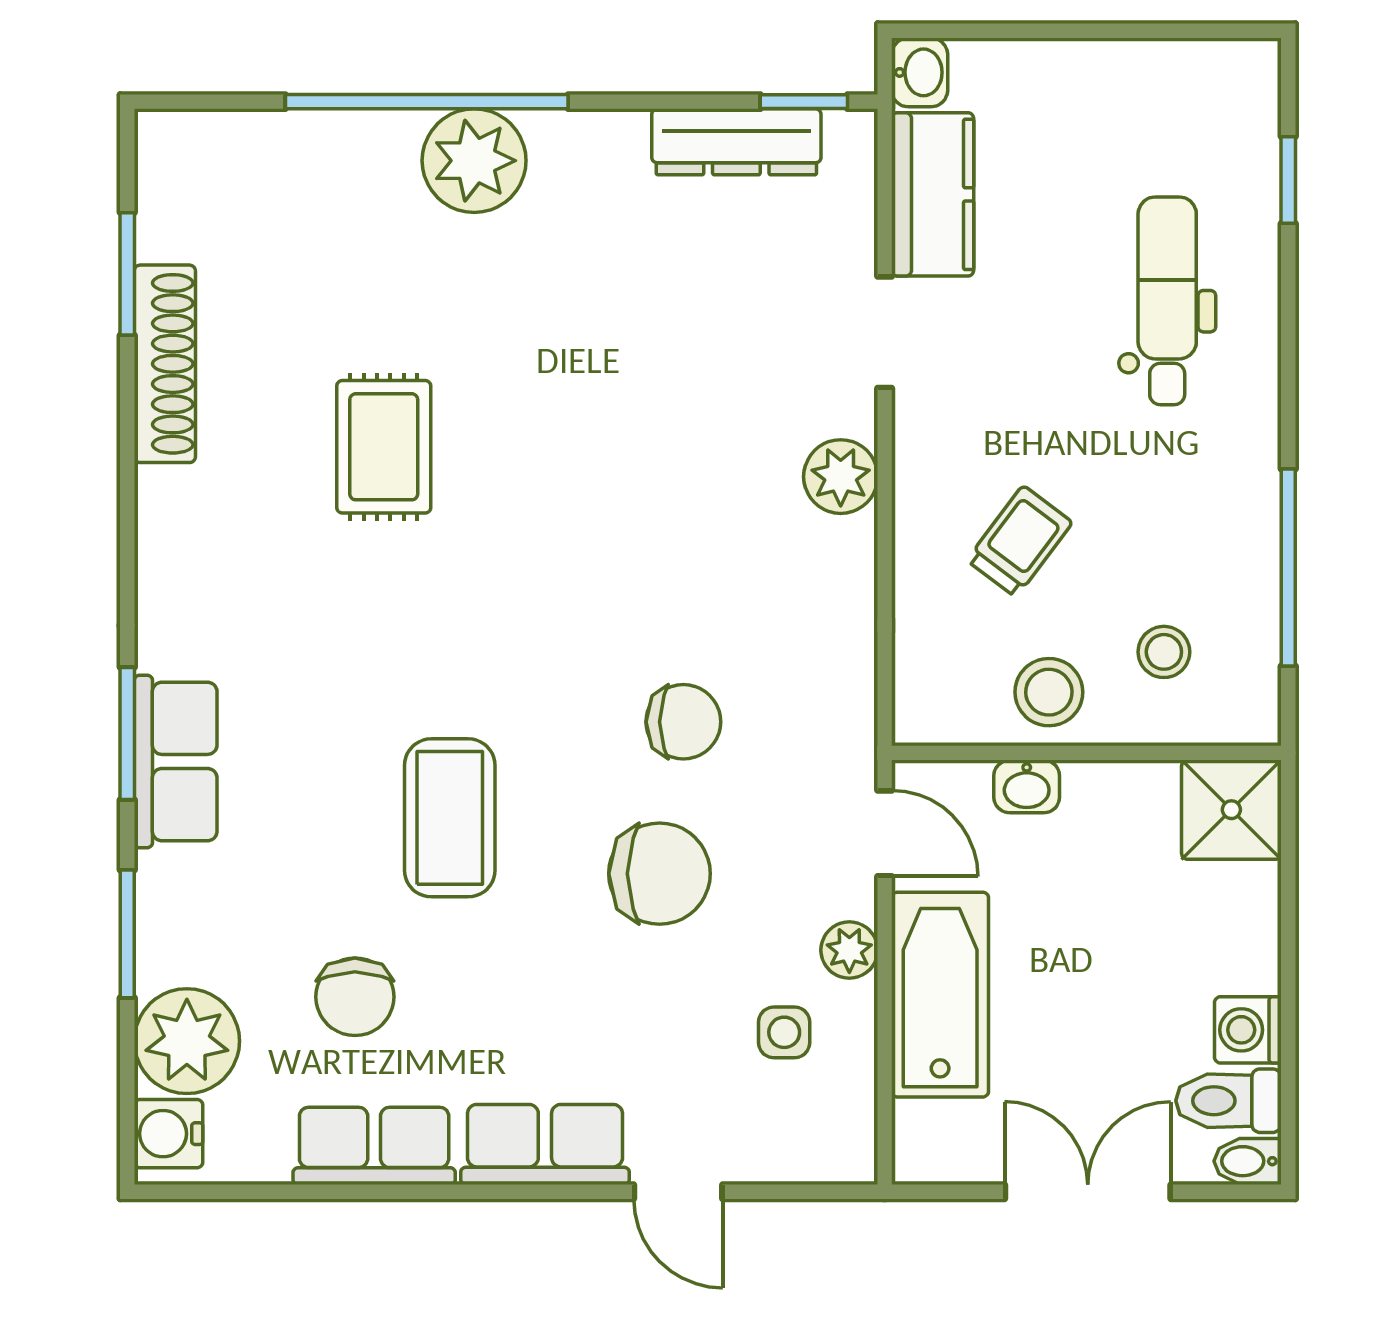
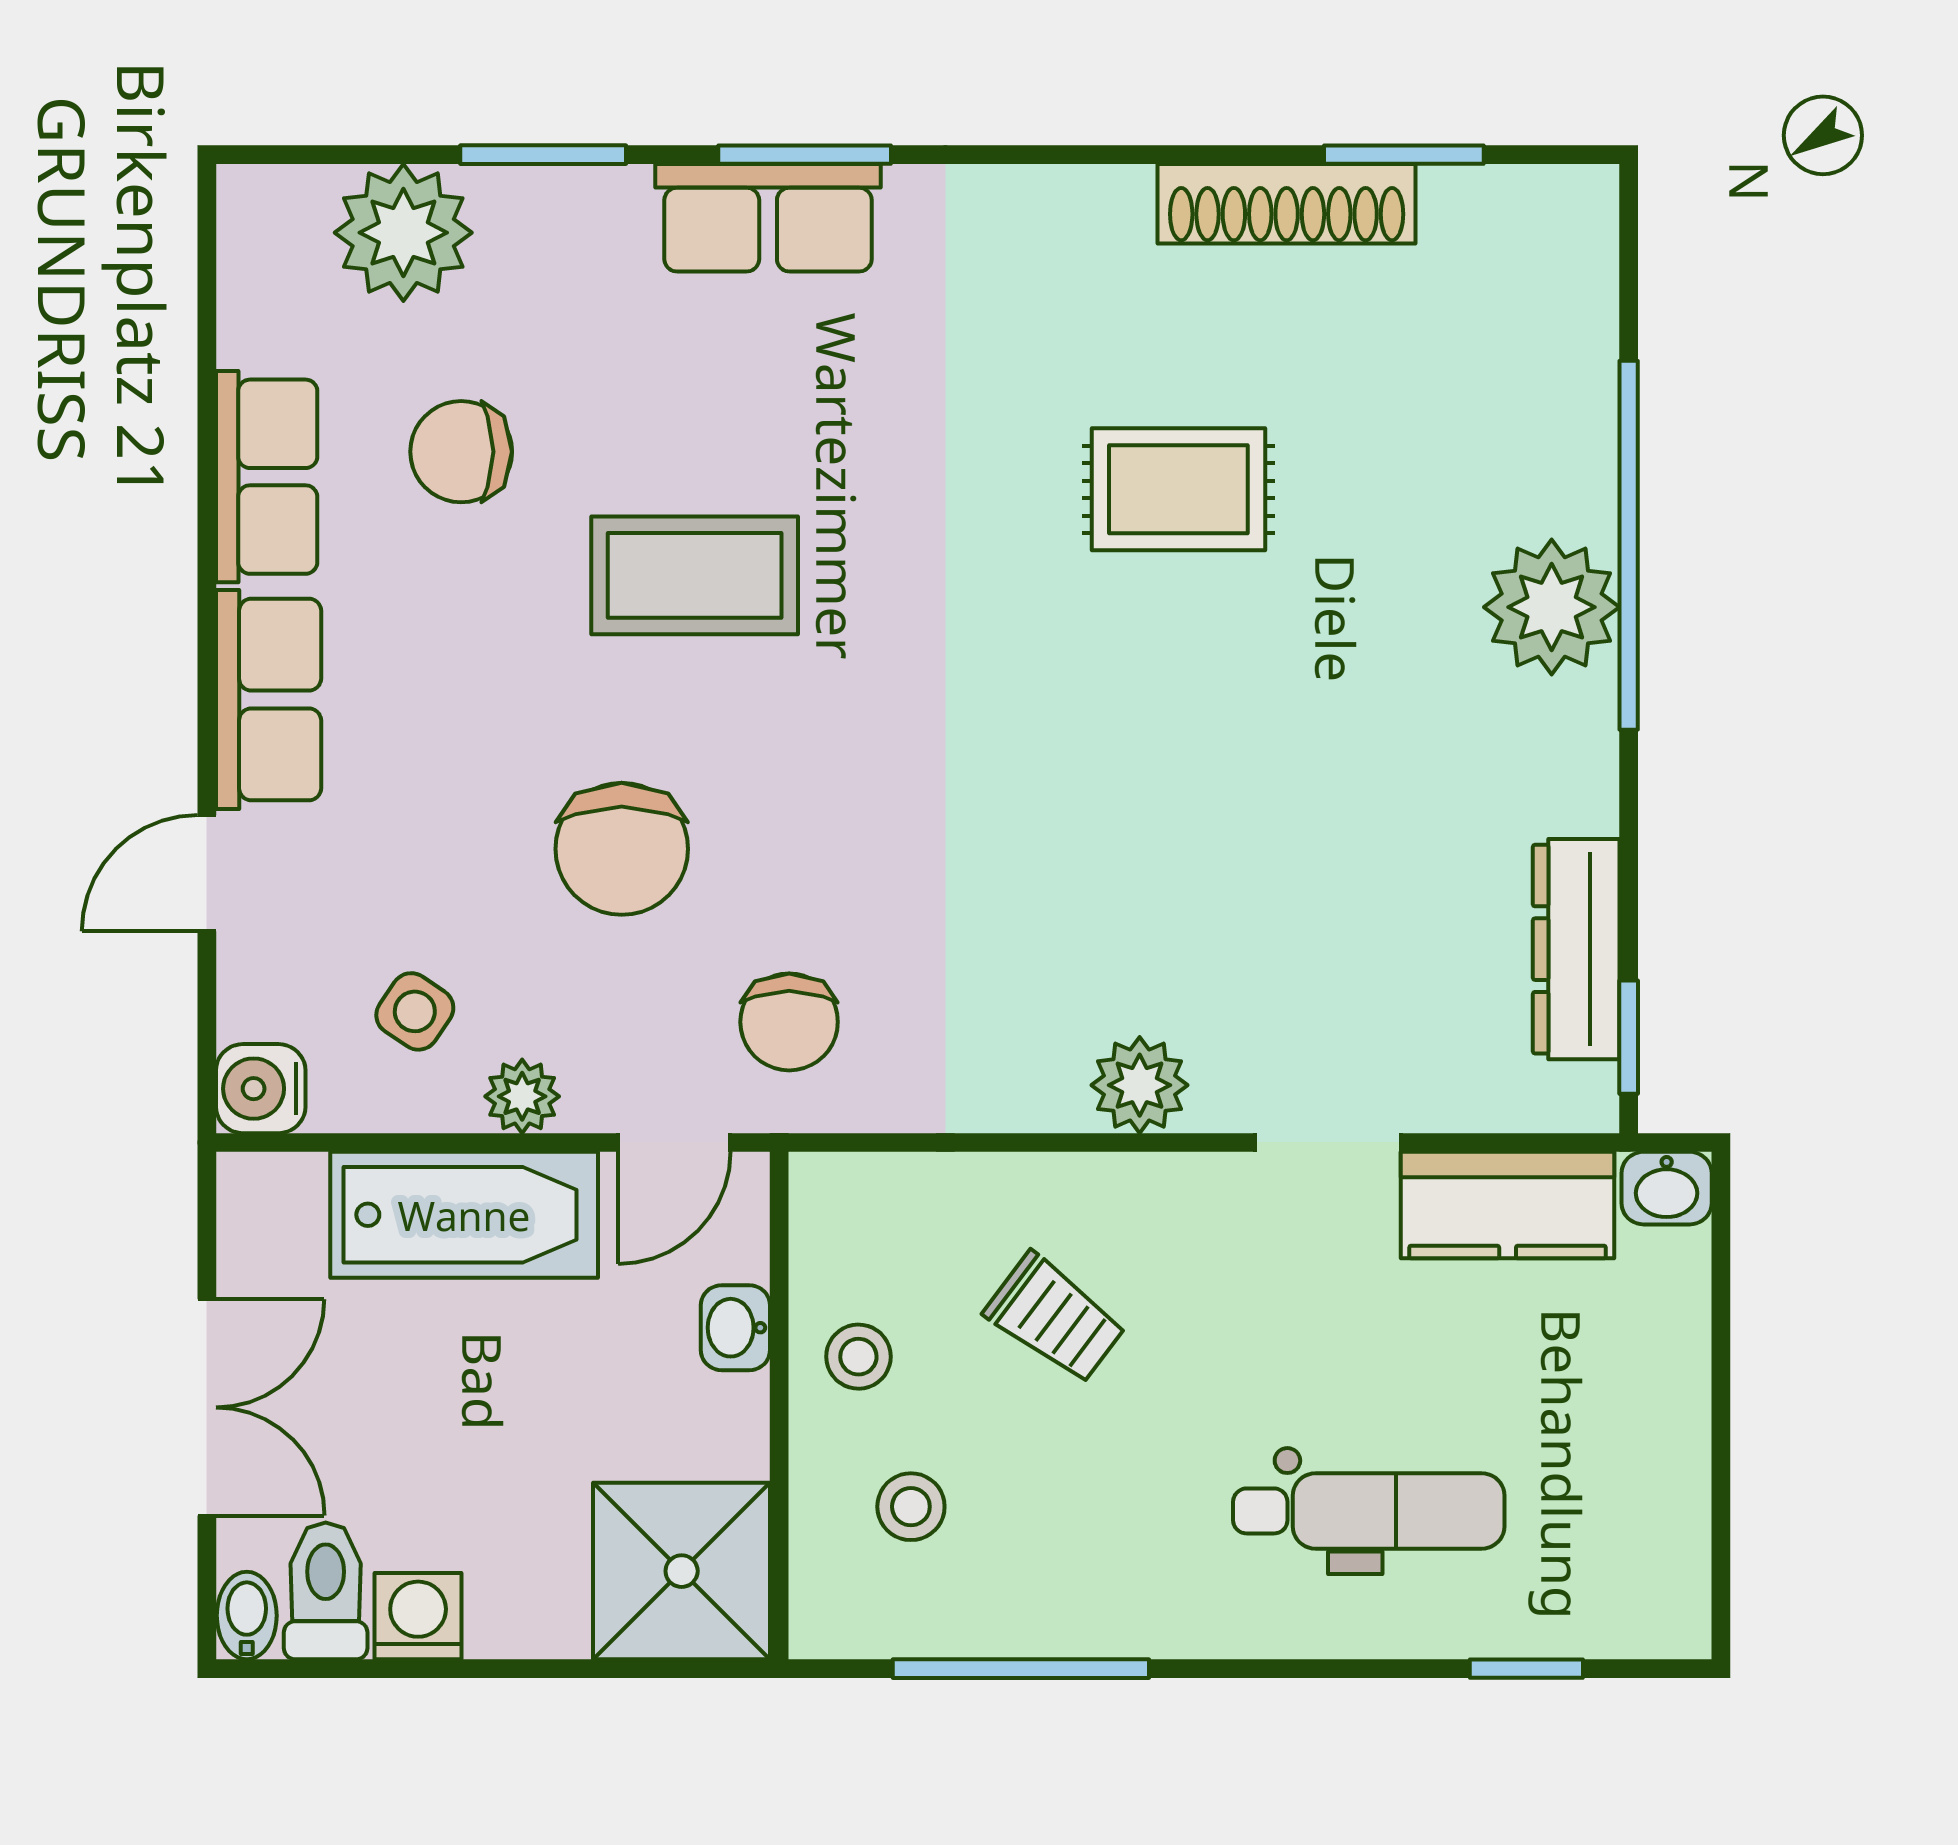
stool: (1049, 692) -> (858, 1357), width x0.73, depth x0.73
chair: (683, 722) -> (789, 1022), moved
shower: (1231, 810) -> (682, 1571), width x1.36, depth x1.36
side table: (784, 1032) -> (415, 1011), turned 34
water cooler: (169, 1134) -> (261, 1089), moved, turned -90

